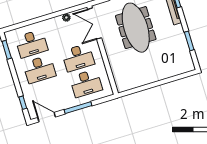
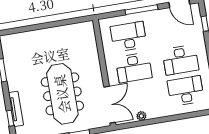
desk: (78, 58) -> (134, 68), turned 180
desk: (39, 69) -> (180, 60), turned 180

